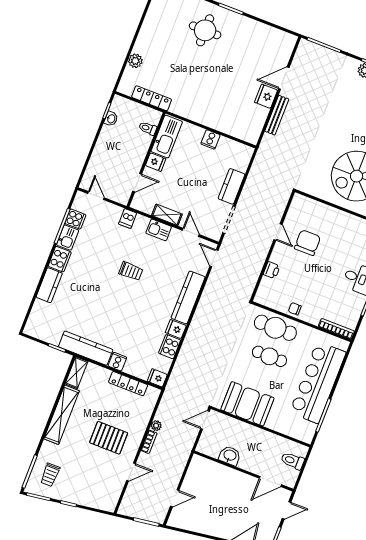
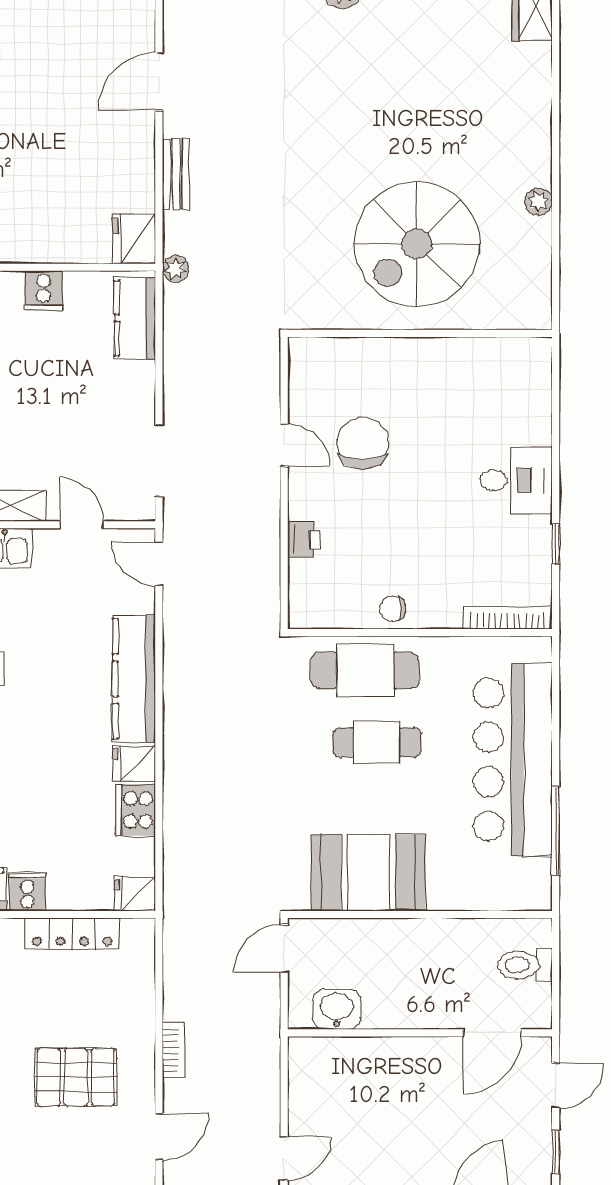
fridge: (266, 96) -> (134, 239), moved
bench: (277, 115) -> (176, 174), width x0.73
kitchen counter: (231, 186) -> (135, 318), moved
plant: (156, 426) -> (176, 269), moved
washbasin: (230, 456) -> (337, 1009), moved

